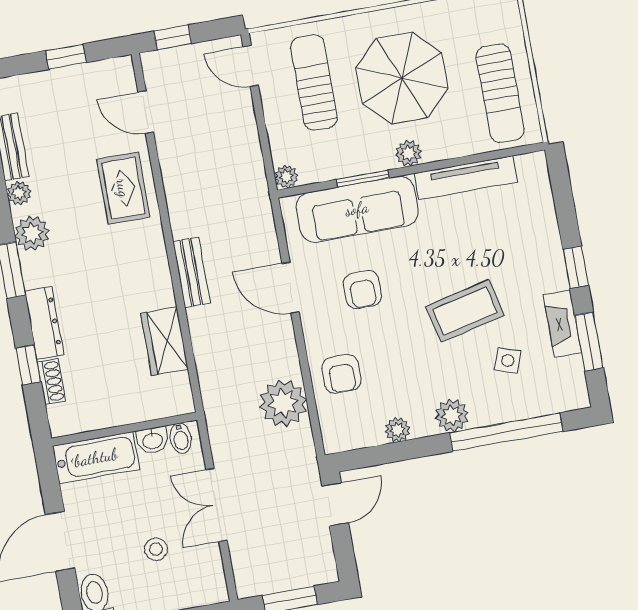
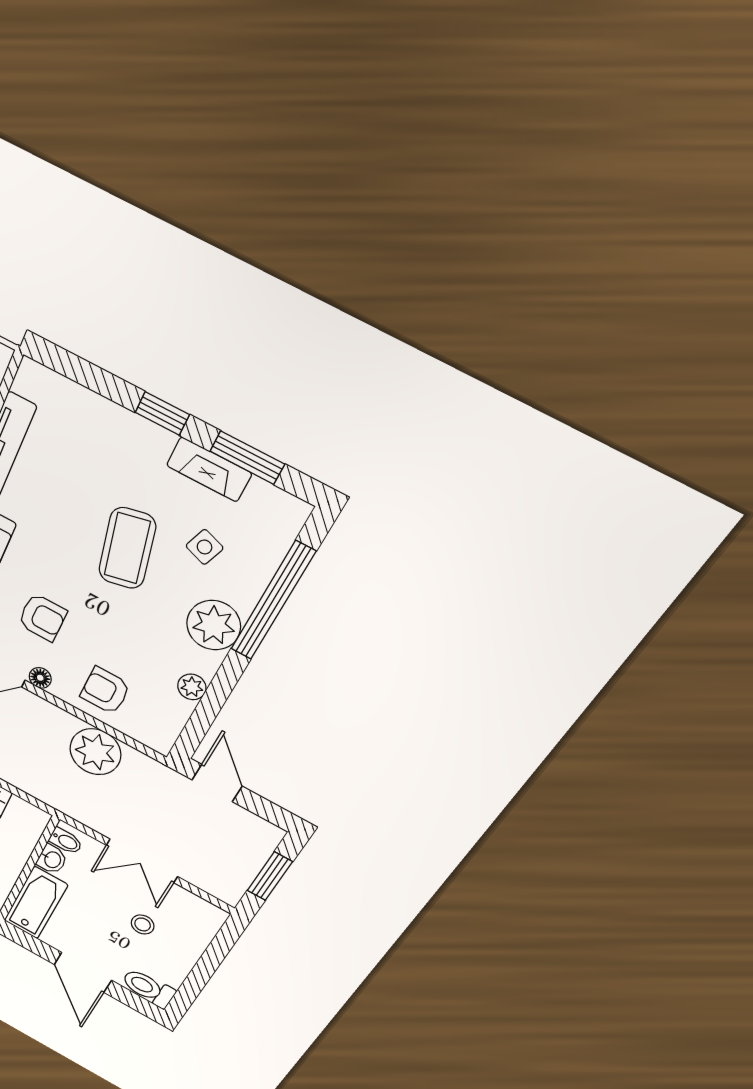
floor lamp: (311, 321) -> (40, 678), added
armchair: (342, 374) -> (105, 691), turned 180
plant: (452, 415) -> (214, 625), width x1.36, depth x1.36

